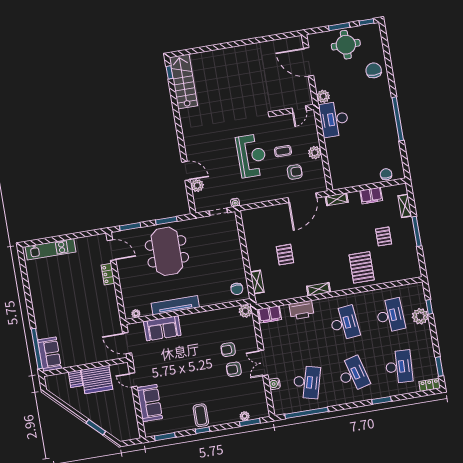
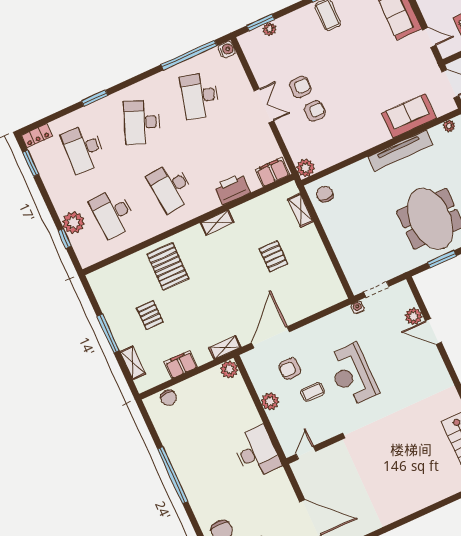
plant: (323, 96) -> (229, 369), moved
desk: (353, 374) -> (142, 122), turned 36
water cooler: (274, 384) -> (227, 50), moved

